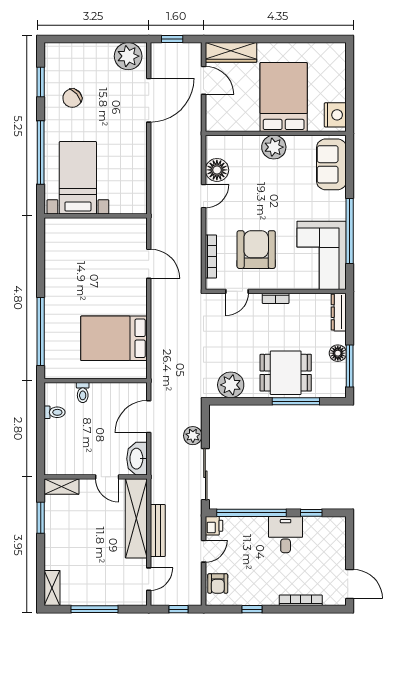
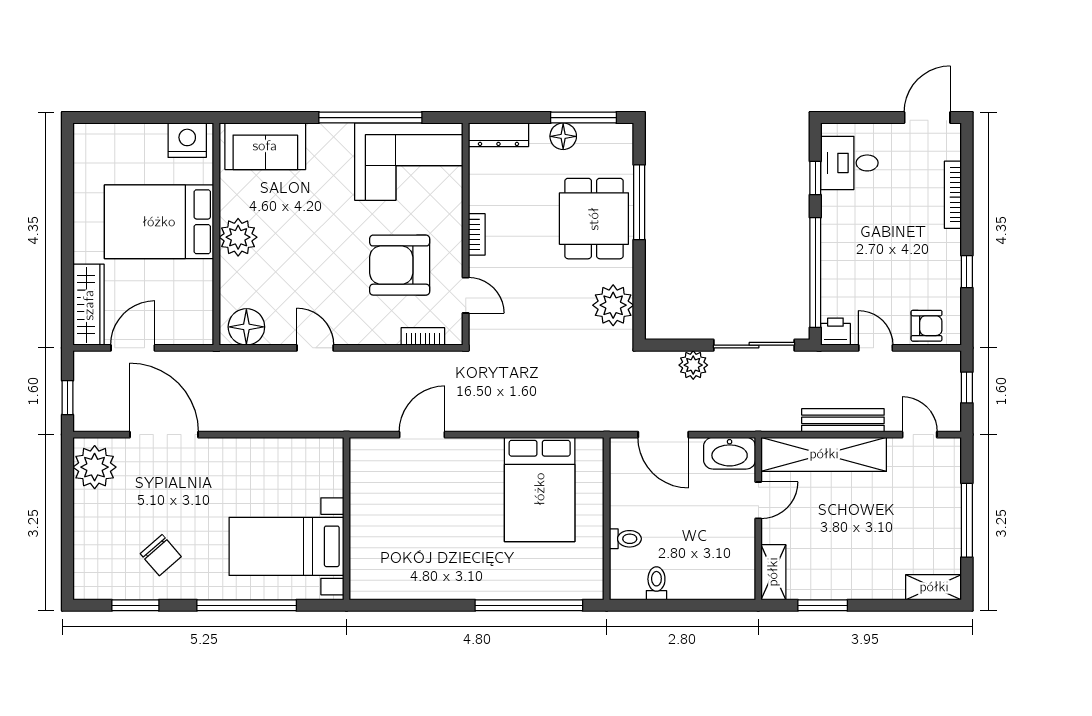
floor lamp: (217, 170) -> (246, 327), moved
bookcase: (211, 256) -> (423, 336), width x0.64
desk: (286, 535) -> (849, 163), moved

